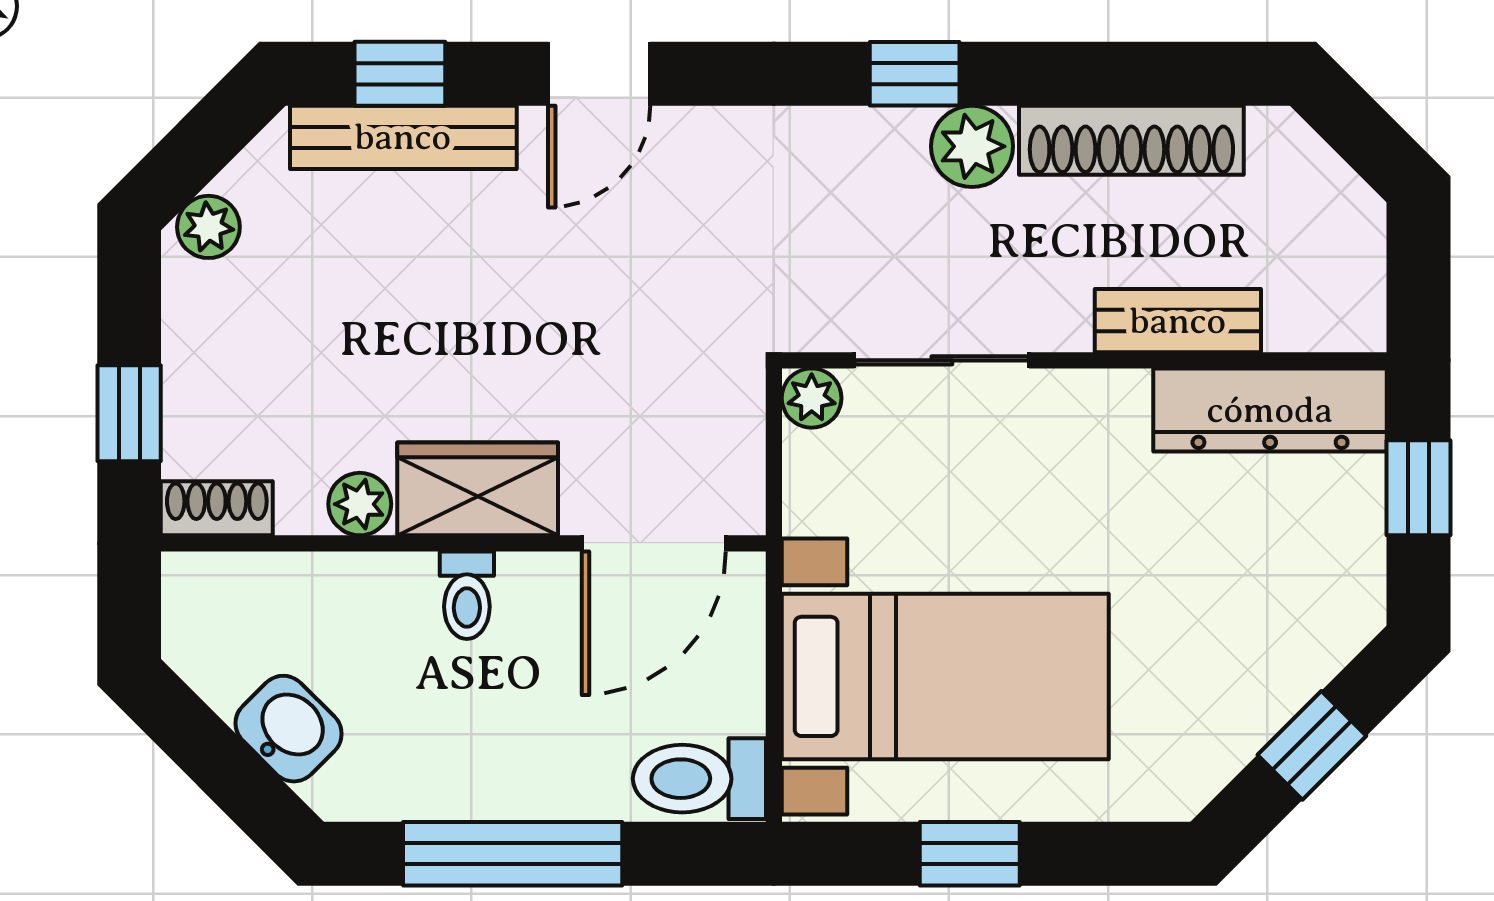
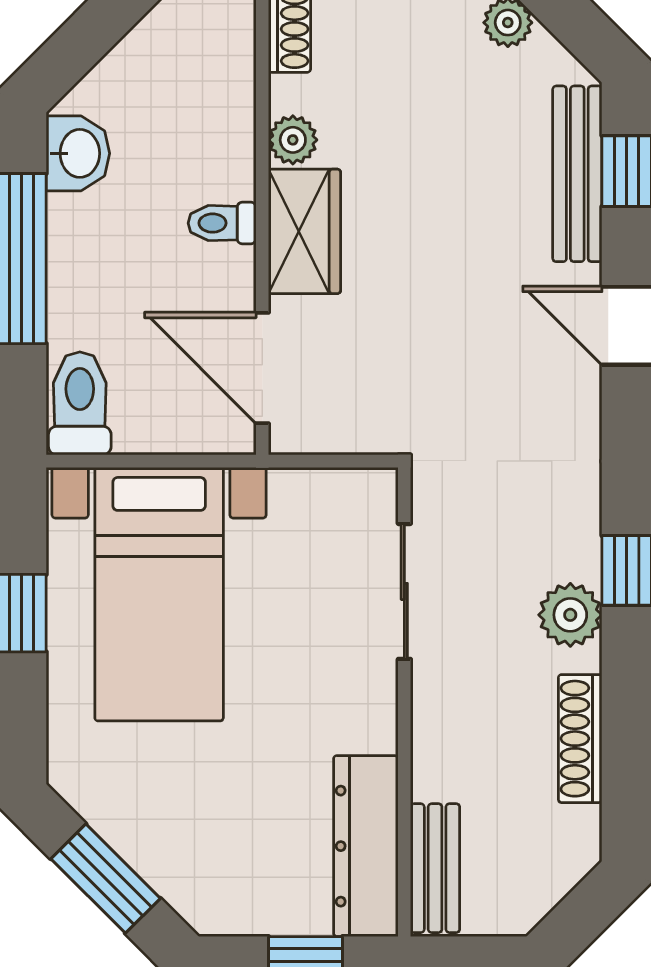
shoe rack: (1131, 140) -> (580, 739), width x0.74, depth x0.81
bench: (1178, 321) -> (435, 868), moved
plant: (812, 398) -> (375, 490), removed
washbasin: (289, 729) -> (78, 153), moved, turned -45
window: (1312, 745) -> (106, 879), width x1.50

